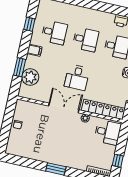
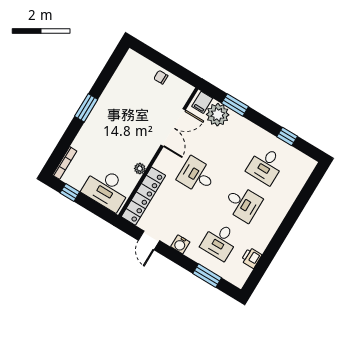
desk: (86, 39) -> (243, 203), turned -90
filing cabinet: (34, 50) -> (202, 102), moved
double door: (64, 108) -> (173, 128), moved
desk: (108, 132) -> (107, 189), width x1.37

